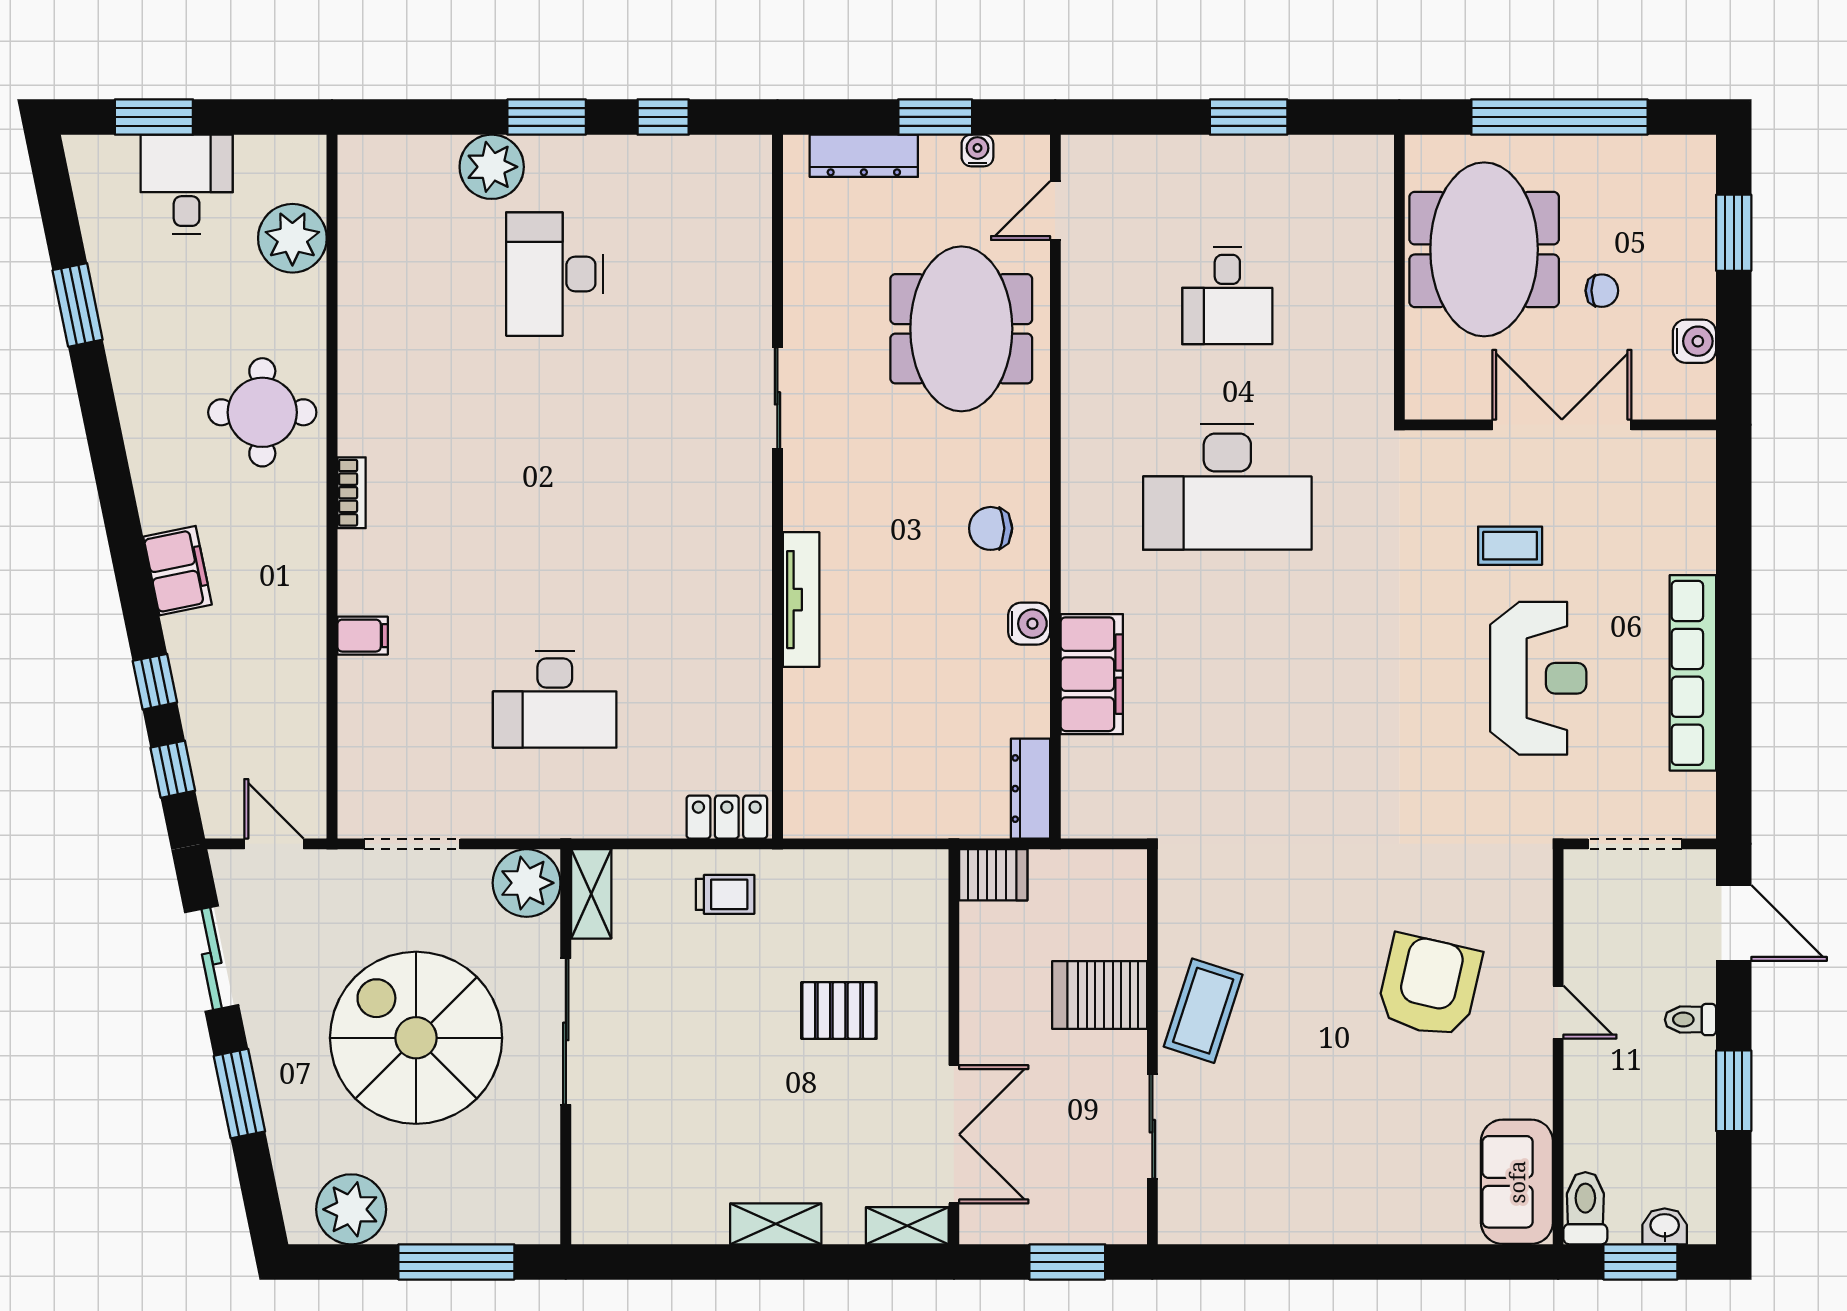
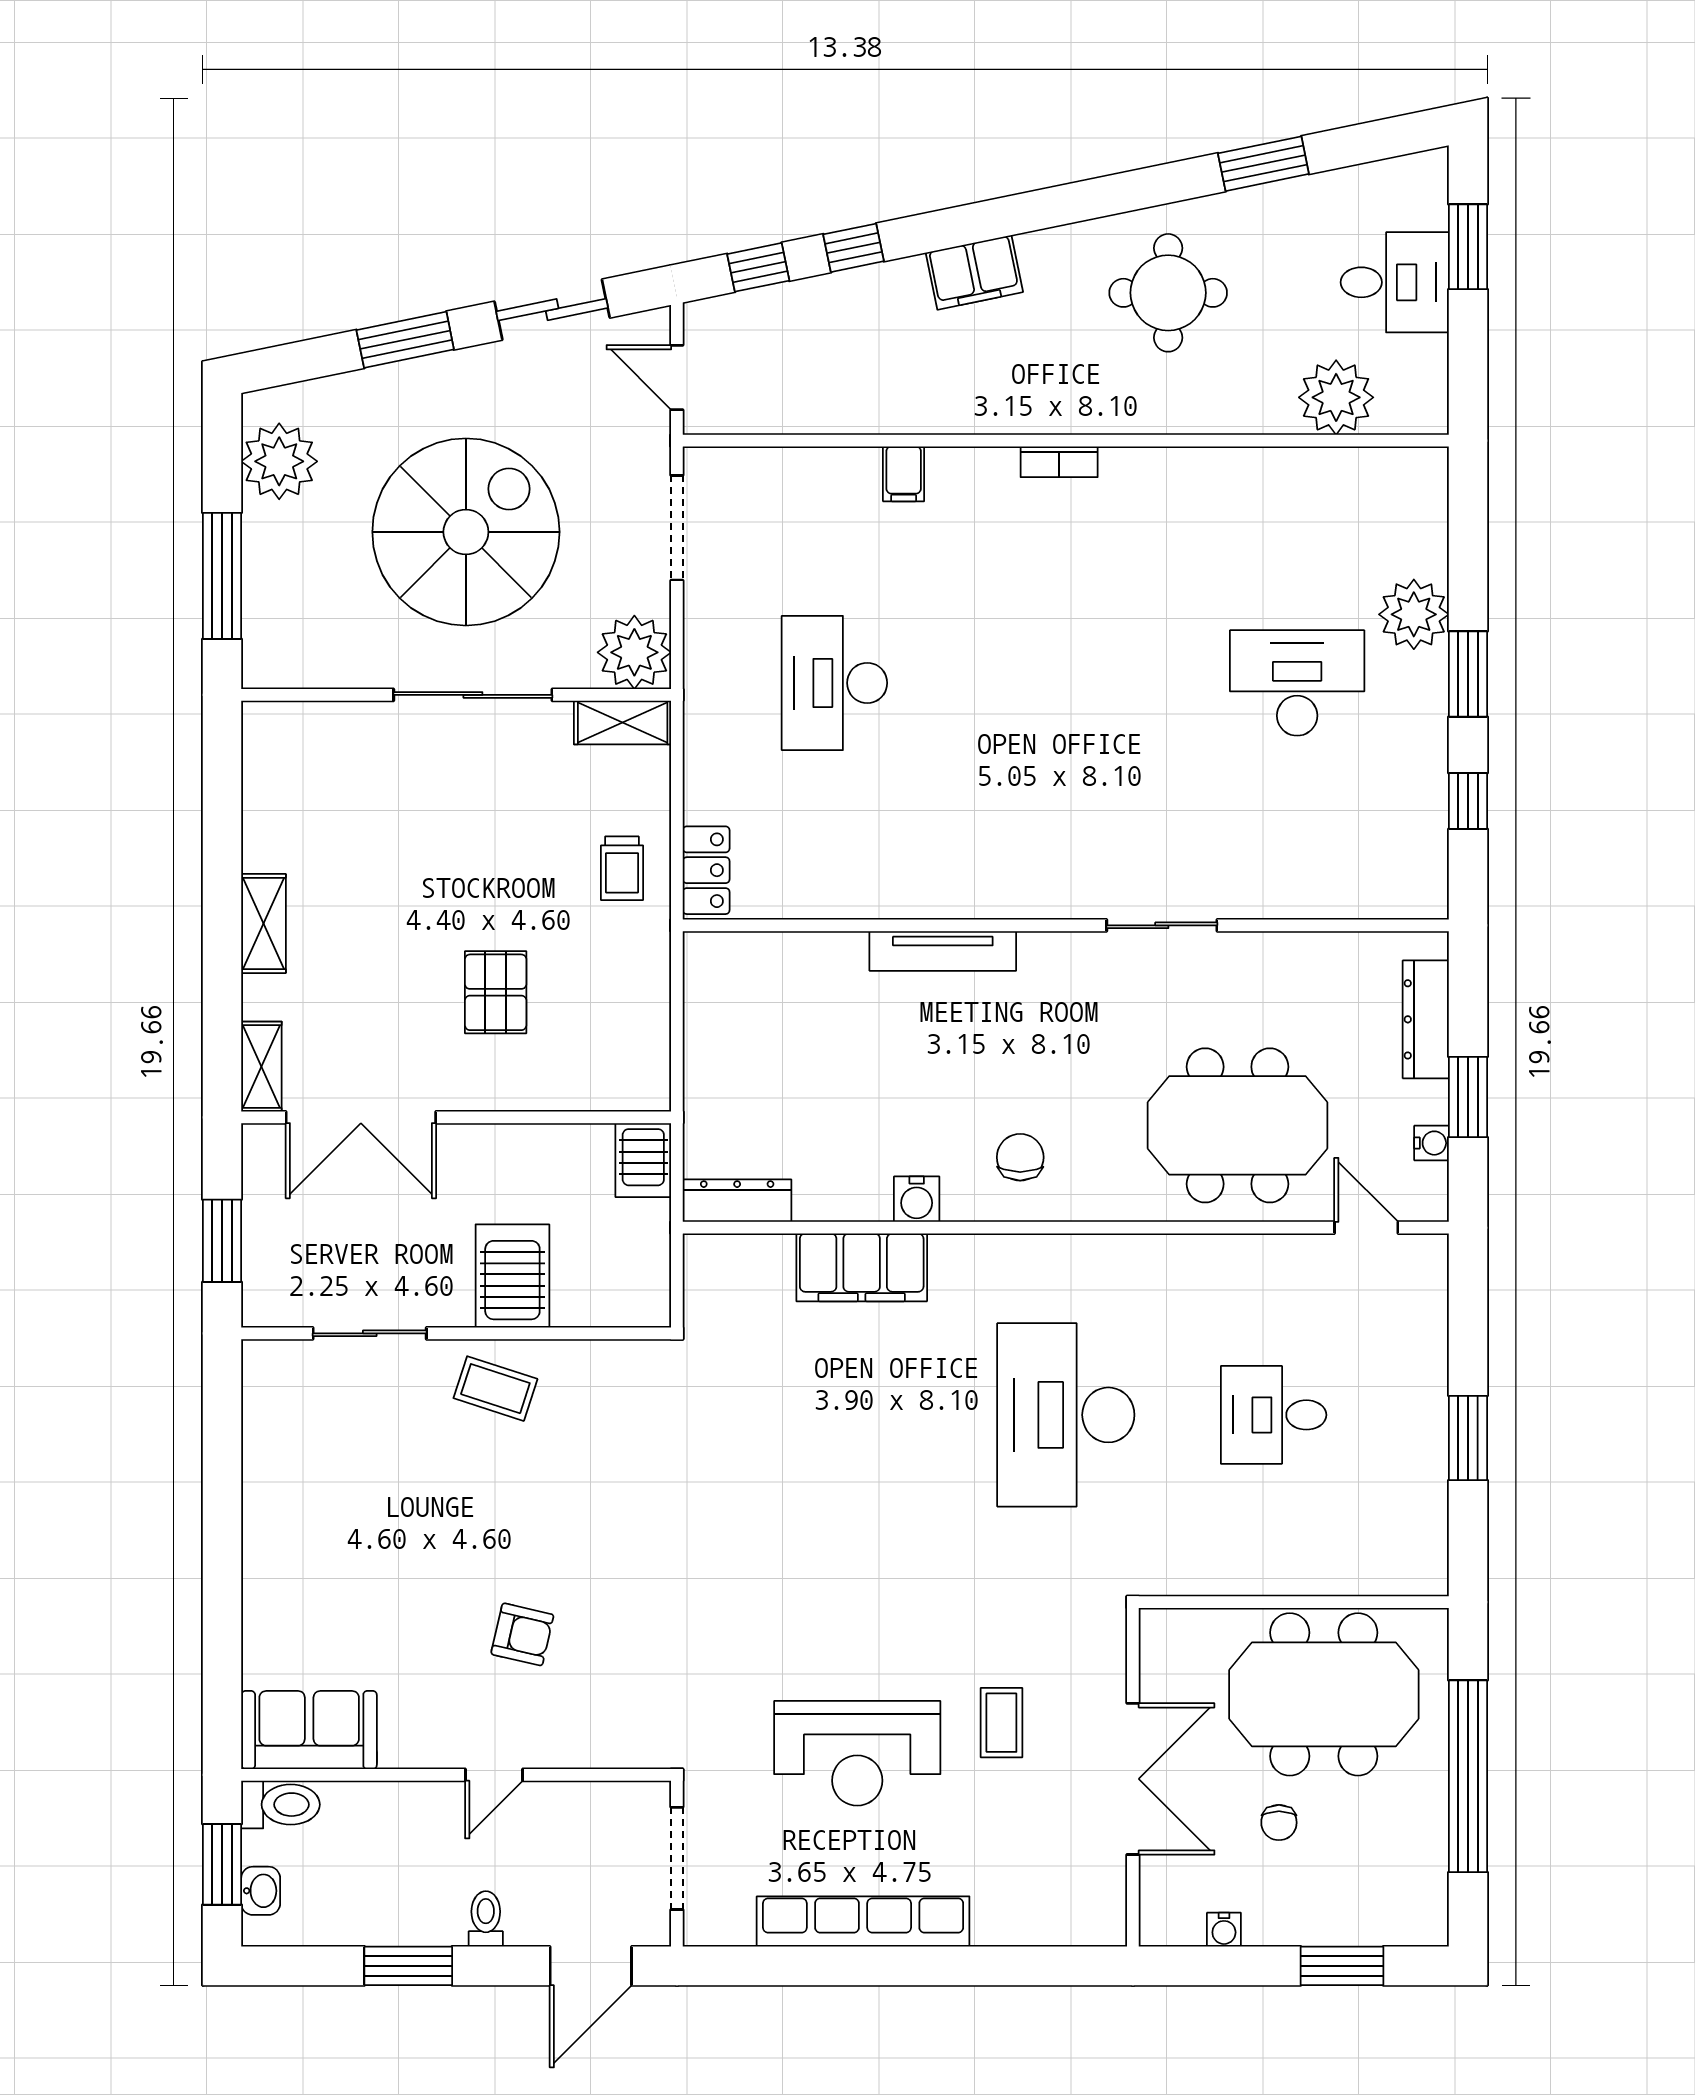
water cooler: (1694, 341) -> (1224, 1930), width x0.72, depth x0.72
round table: (262, 412) -> (1168, 293), moved
door: (274, 844) -> (677, 377), swing flipped
armchair: (1429, 986) -> (522, 1634), width x0.53, depth x0.53
coffee table: (1203, 1011) -> (495, 1389), width x0.73, depth x0.77

